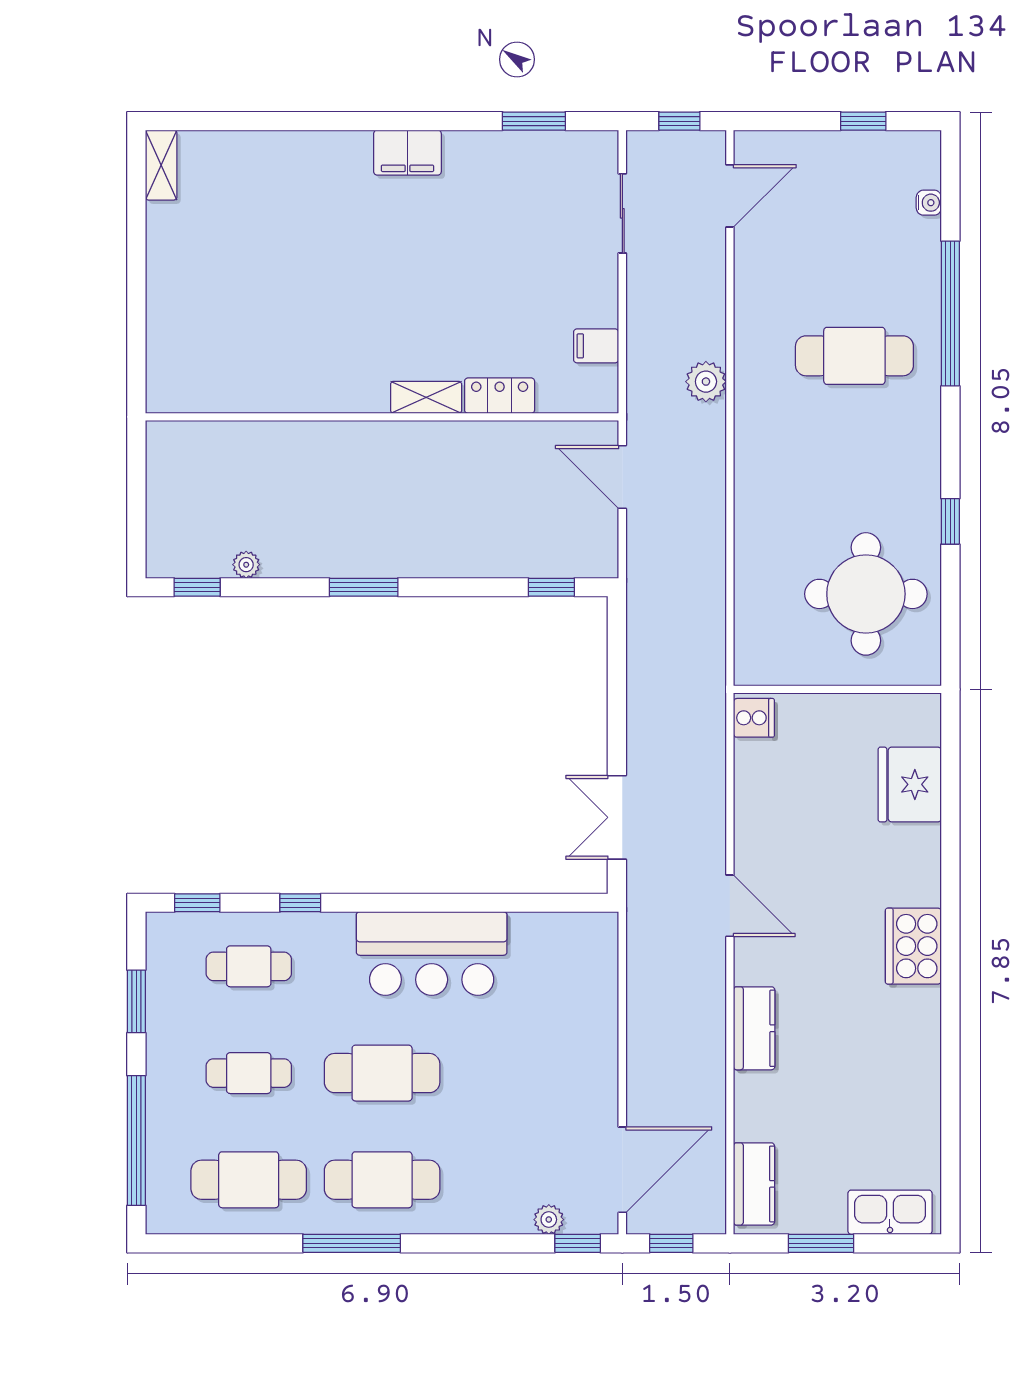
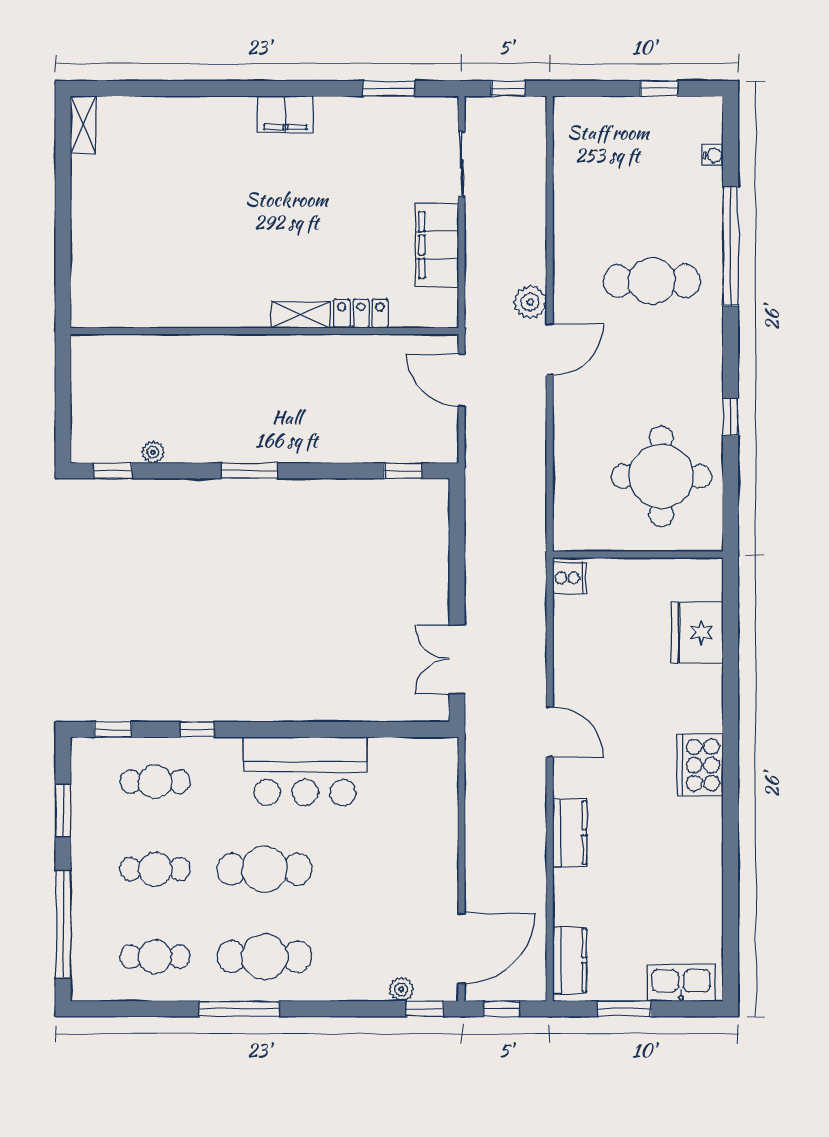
door: (730, 196) -> (550, 349), moved
filing cabinet: (596, 346) -> (437, 245), width x3.00, depth x1.17
cafe table: (249, 1180) -> (155, 957), width x0.73, depth x0.74

